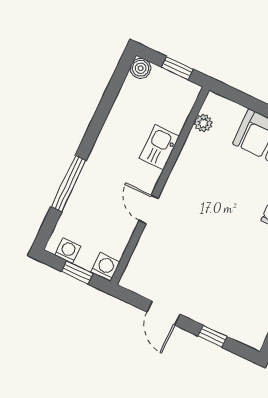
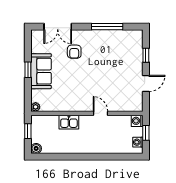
plant: (203, 123) -> (36, 107), moved
window: (69, 184) -> (106, 157), removed
door: (149, 209) -> (101, 113), swing flipped

